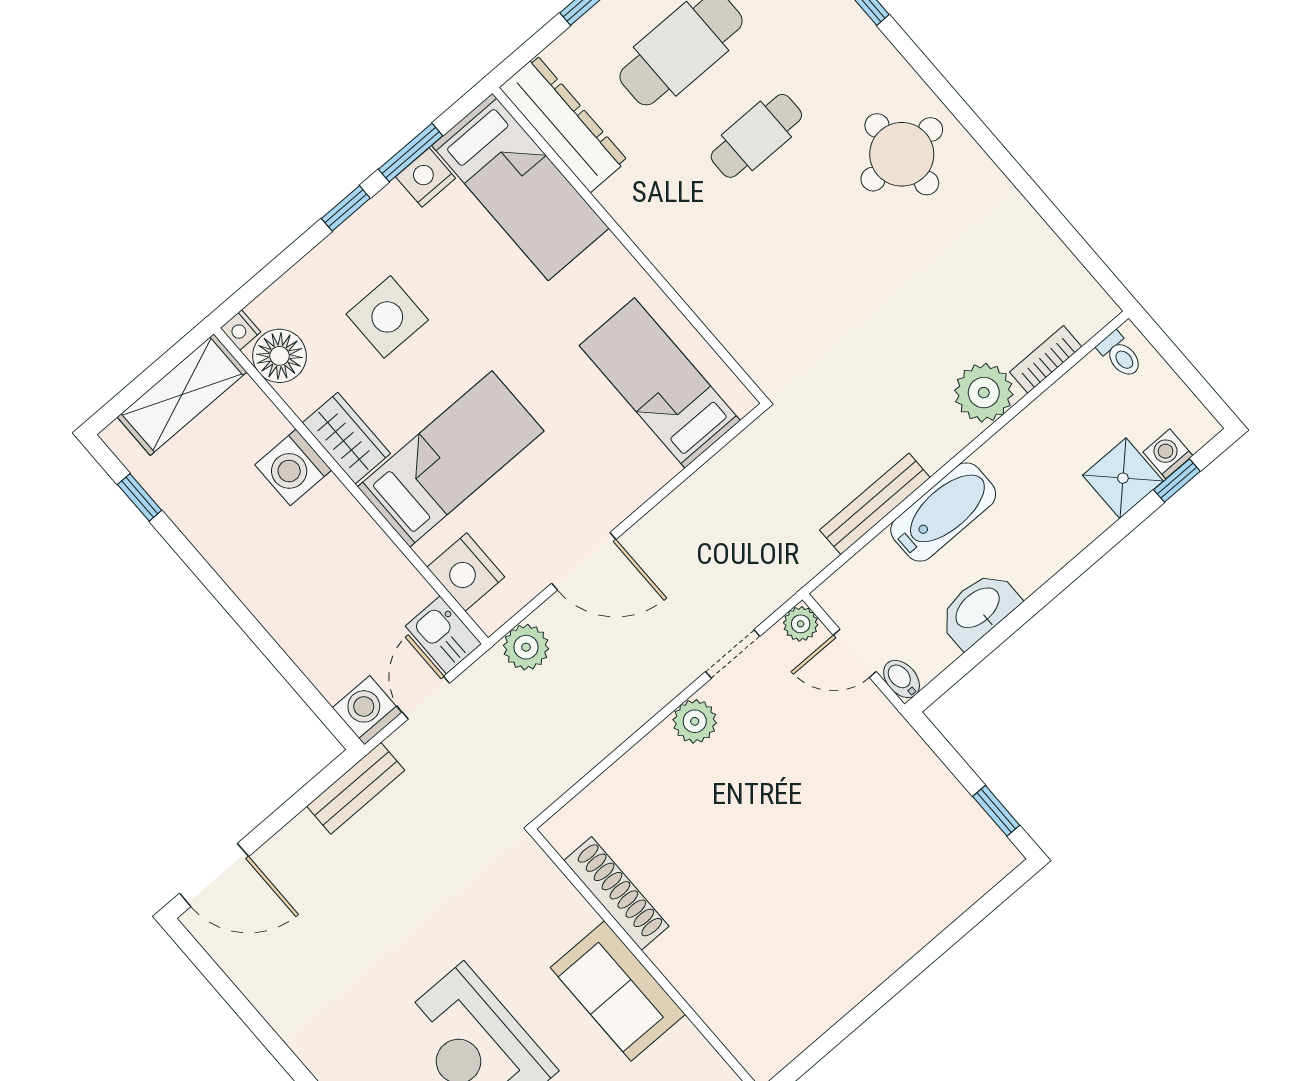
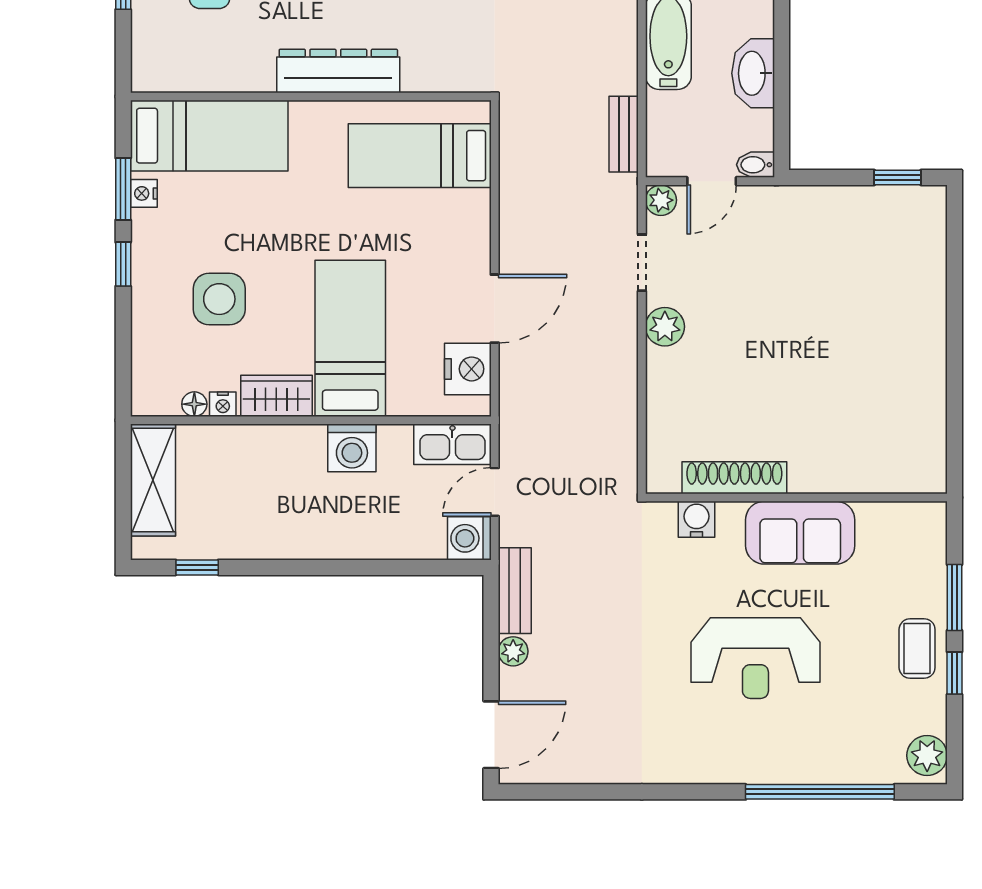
dresser: (563, 124) -> (338, 71), moved
nightstand: (426, 178) -> (144, 193), width x0.72, depth x0.74
nightstand: (240, 330) -> (223, 404), moved
floor lamp: (279, 356) -> (194, 404), width x0.53, depth x0.53
washing machine: (293, 467) -> (352, 448), moved
bench: (875, 504) -> (624, 134), moved, width x0.73
nightstand: (466, 572) -> (468, 369), moved, turned -90
kitchen sink: (443, 635) -> (452, 444), width x1.38
plant: (526, 647) -> (513, 651), moved, width x0.73, depth x0.73
door: (426, 698) -> (495, 492), hinge flipped
water cooler: (552, 892) -> (697, 519), added

